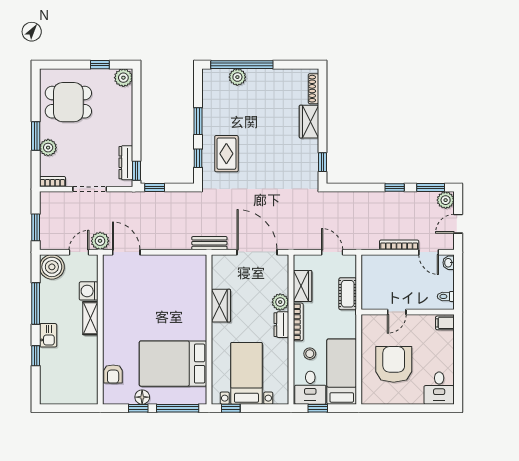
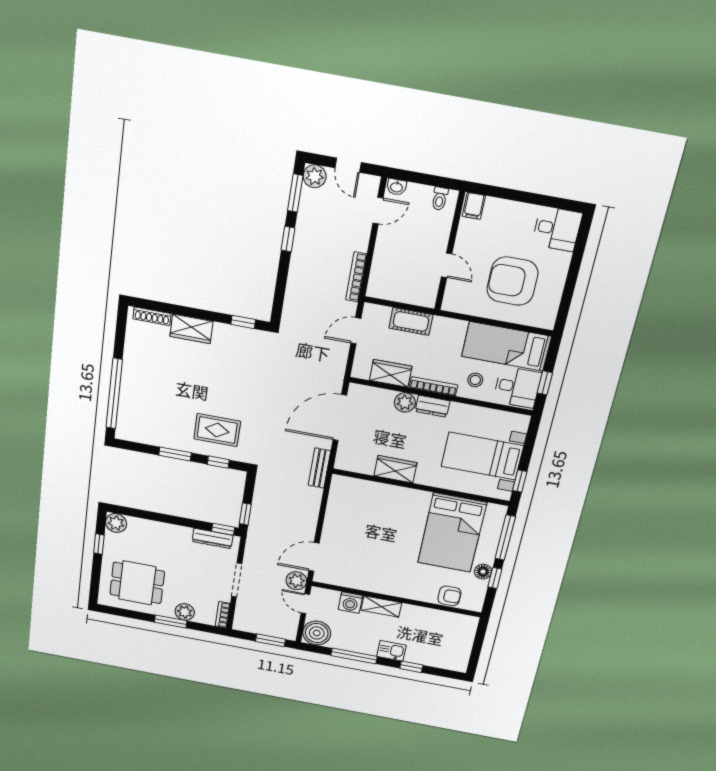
plant: (237, 77) -> (128, 401), removed
dining table: (68, 102) -> (137, 583), turned 90
bookcase: (399, 245) -> (356, 277), moved

